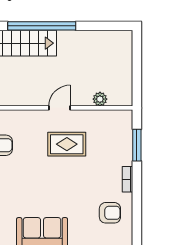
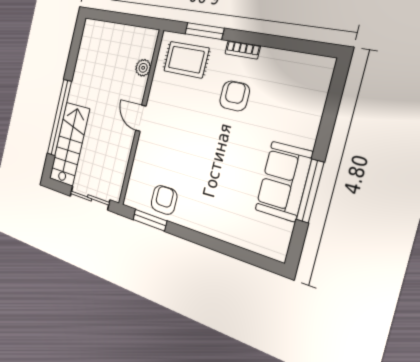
rug: (67, 144) -> (186, 60), moved, turned 90
armchair: (110, 213) -> (235, 96), moved

